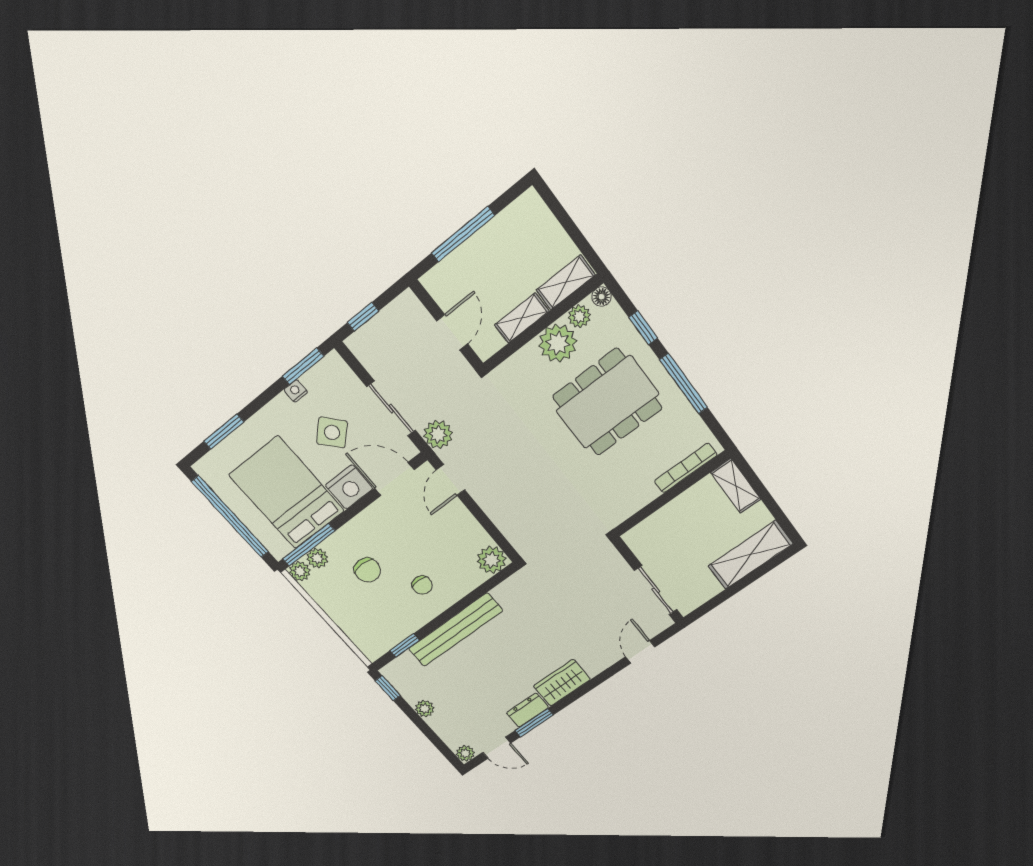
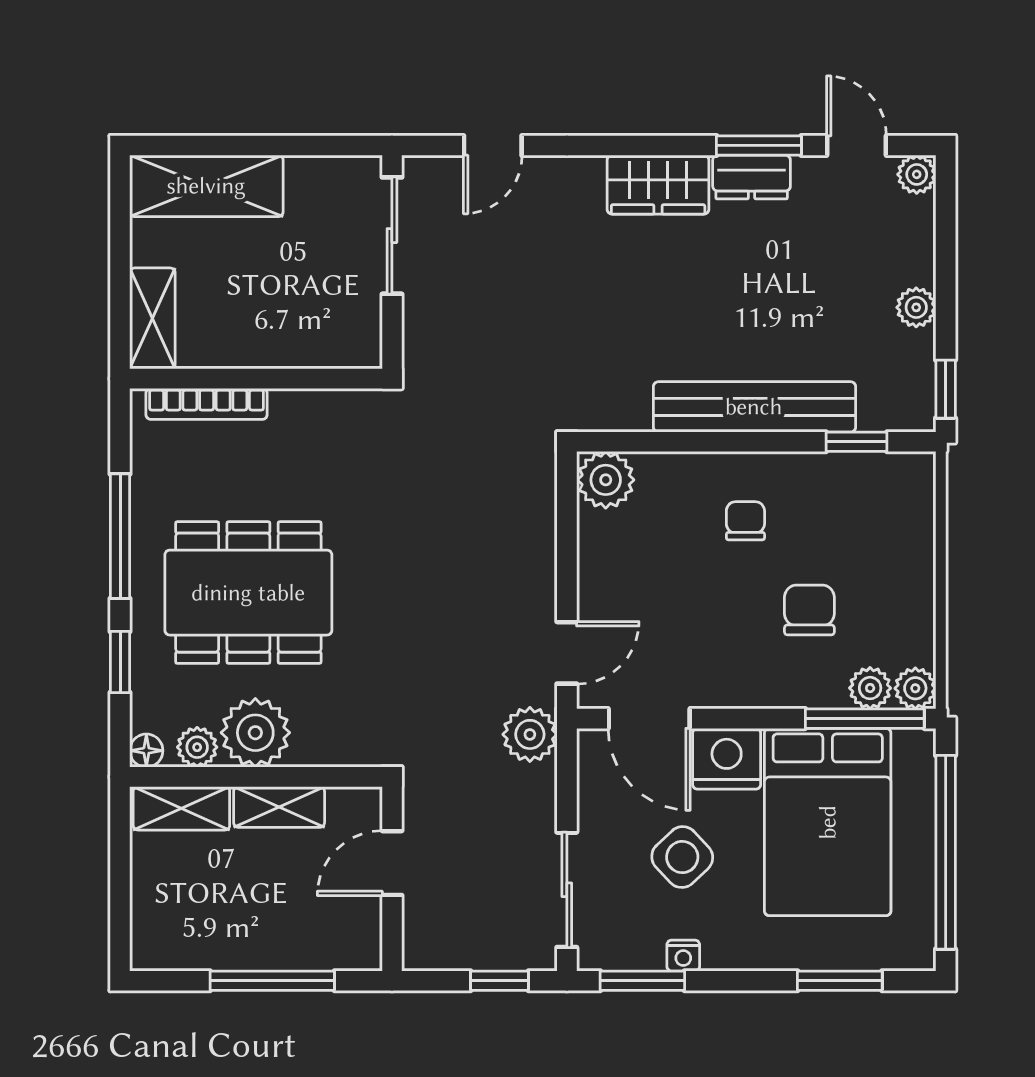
sliding door: (391, 409) -> (567, 890), moved

